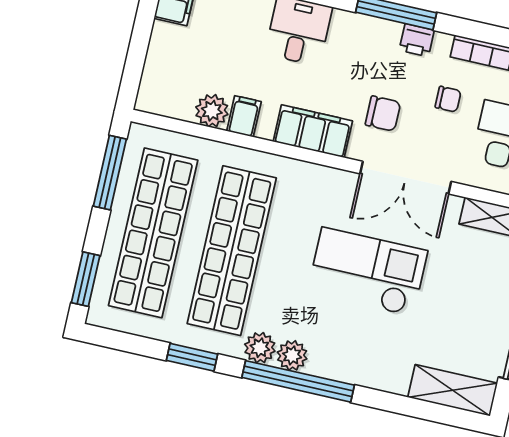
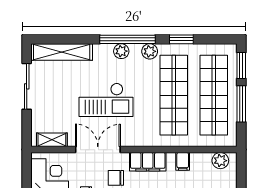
plant: (212, 111) -> (220, 161), moved
window: (110, 173) -> (241, 104), moved
plant: (292, 355) -> (121, 51), moved
shelving: (453, 390) -> (62, 52), width x1.47

